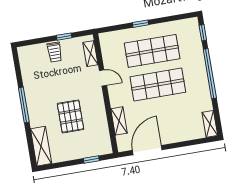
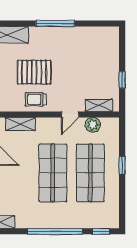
trolley: (55, 52) -> (36, 99), moved
plant: (109, 56) -> (93, 125), added

